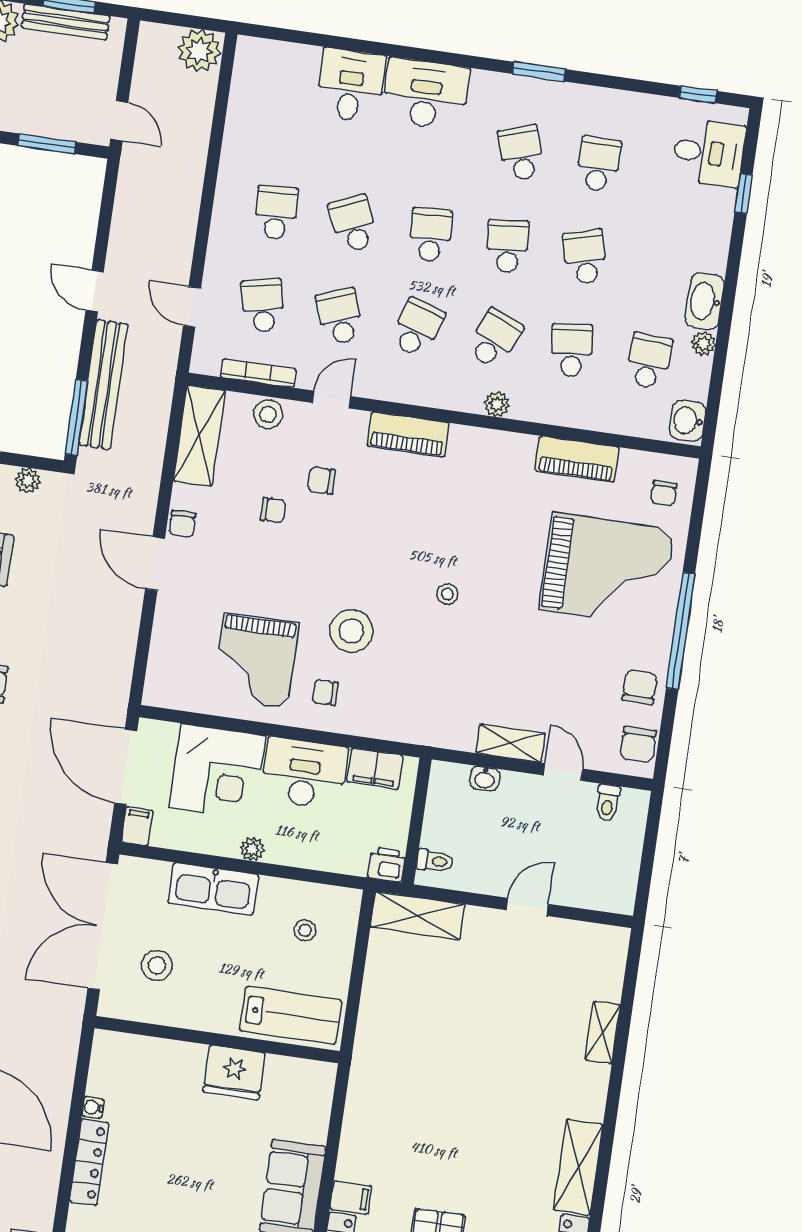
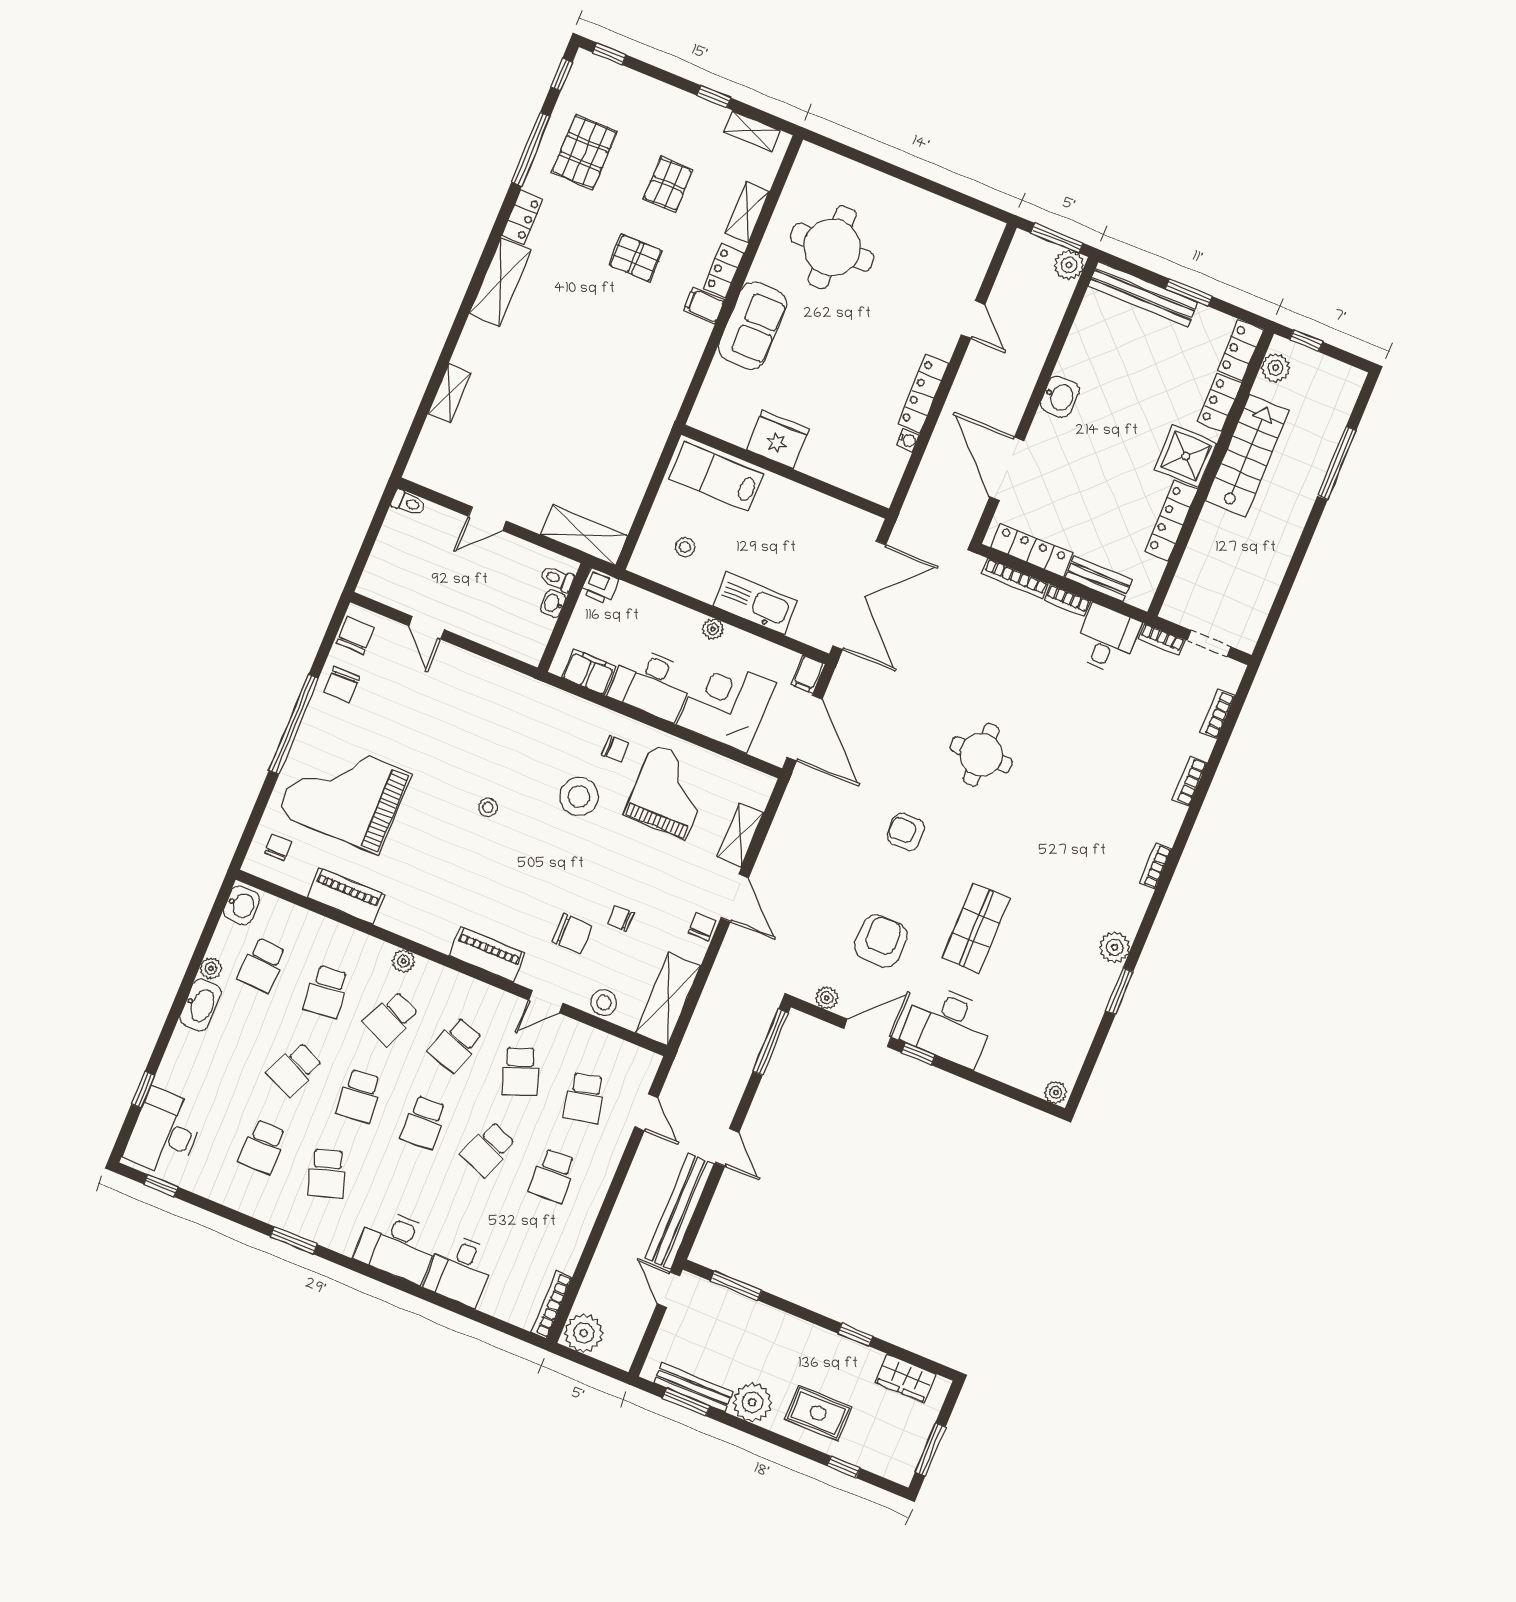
desk: (709, 153) -> (165, 1133), width x1.37
school desk: (353, 224) -> (488, 1149), turned 45
school desk: (585, 257) -> (295, 1069), turned 39
bookcase: (258, 373) -> (552, 1305), moved, turned 90
bench: (103, 384) -> (680, 1211), moved
chair: (321, 481) -> (572, 934), width x1.37, depth x1.37
shelving: (511, 743) -> (740, 835), moved, turned 90
washbasin: (485, 779) -> (553, 603), moved, turned -90
toilet: (608, 803) -> (408, 503), moved, turned 90
stool: (157, 965) -> (821, 549), removed

